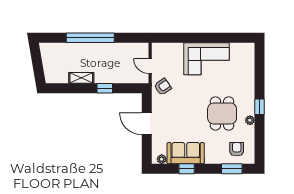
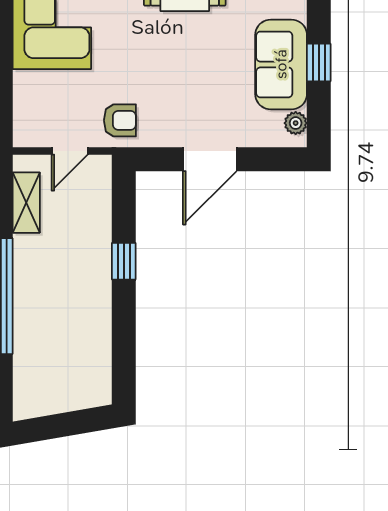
shelving: (81, 78) -> (26, 203), moved
armchair: (163, 87) -> (120, 120), turned 124

